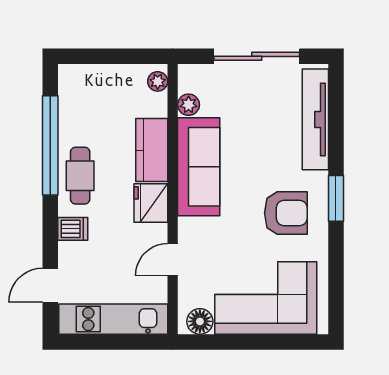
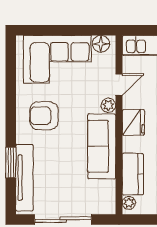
plant: (189, 105) -> (108, 105), moved
kitchen counter: (152, 150) -> (133, 174), moved
window: (336, 198) -> (11, 163), moved

